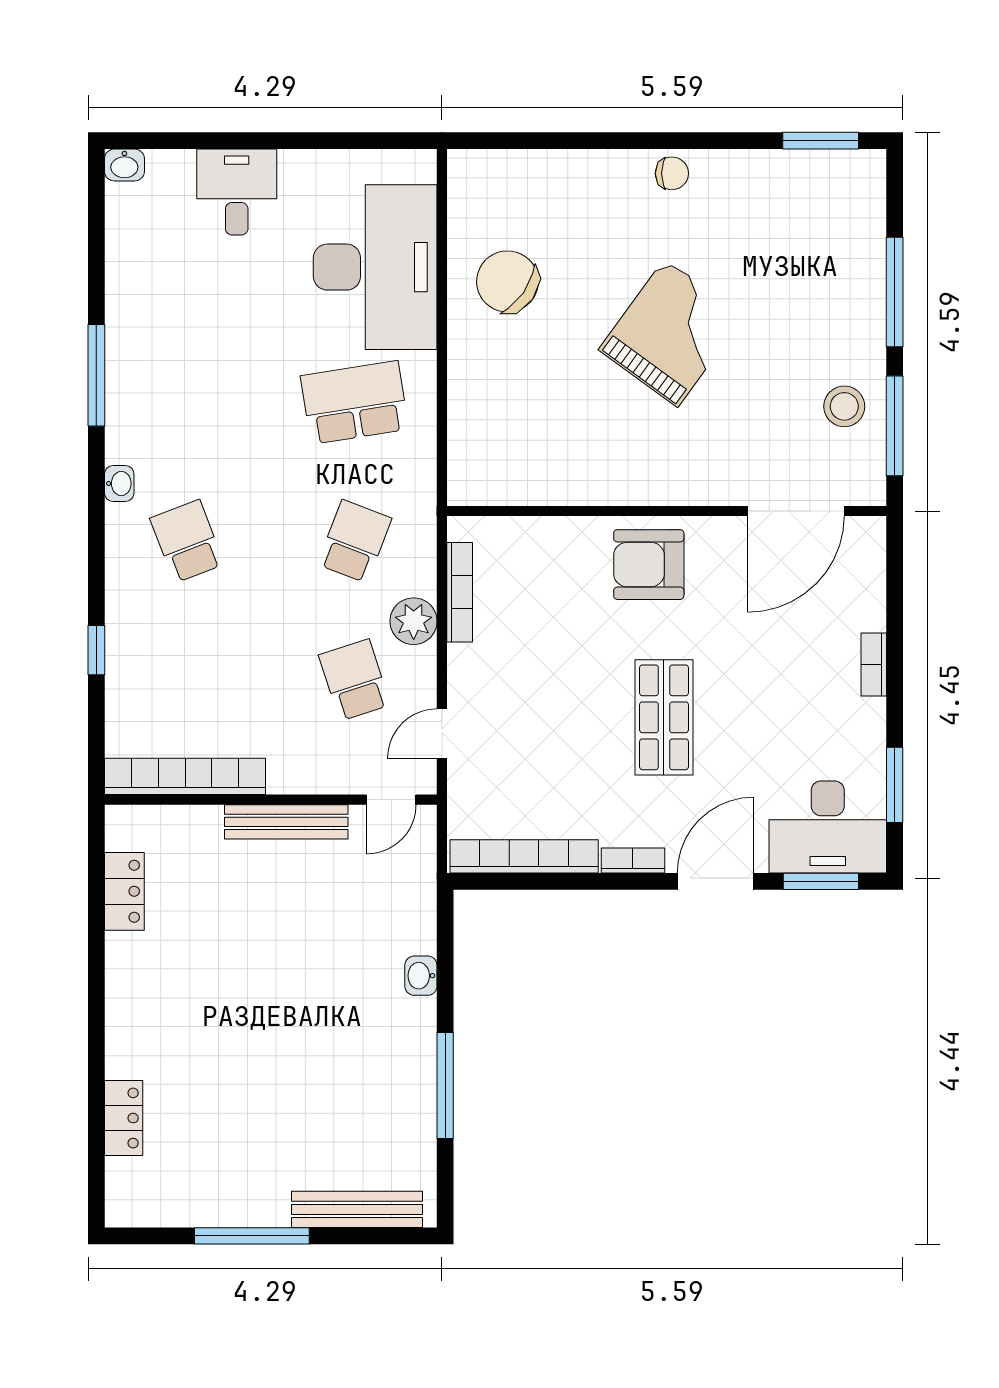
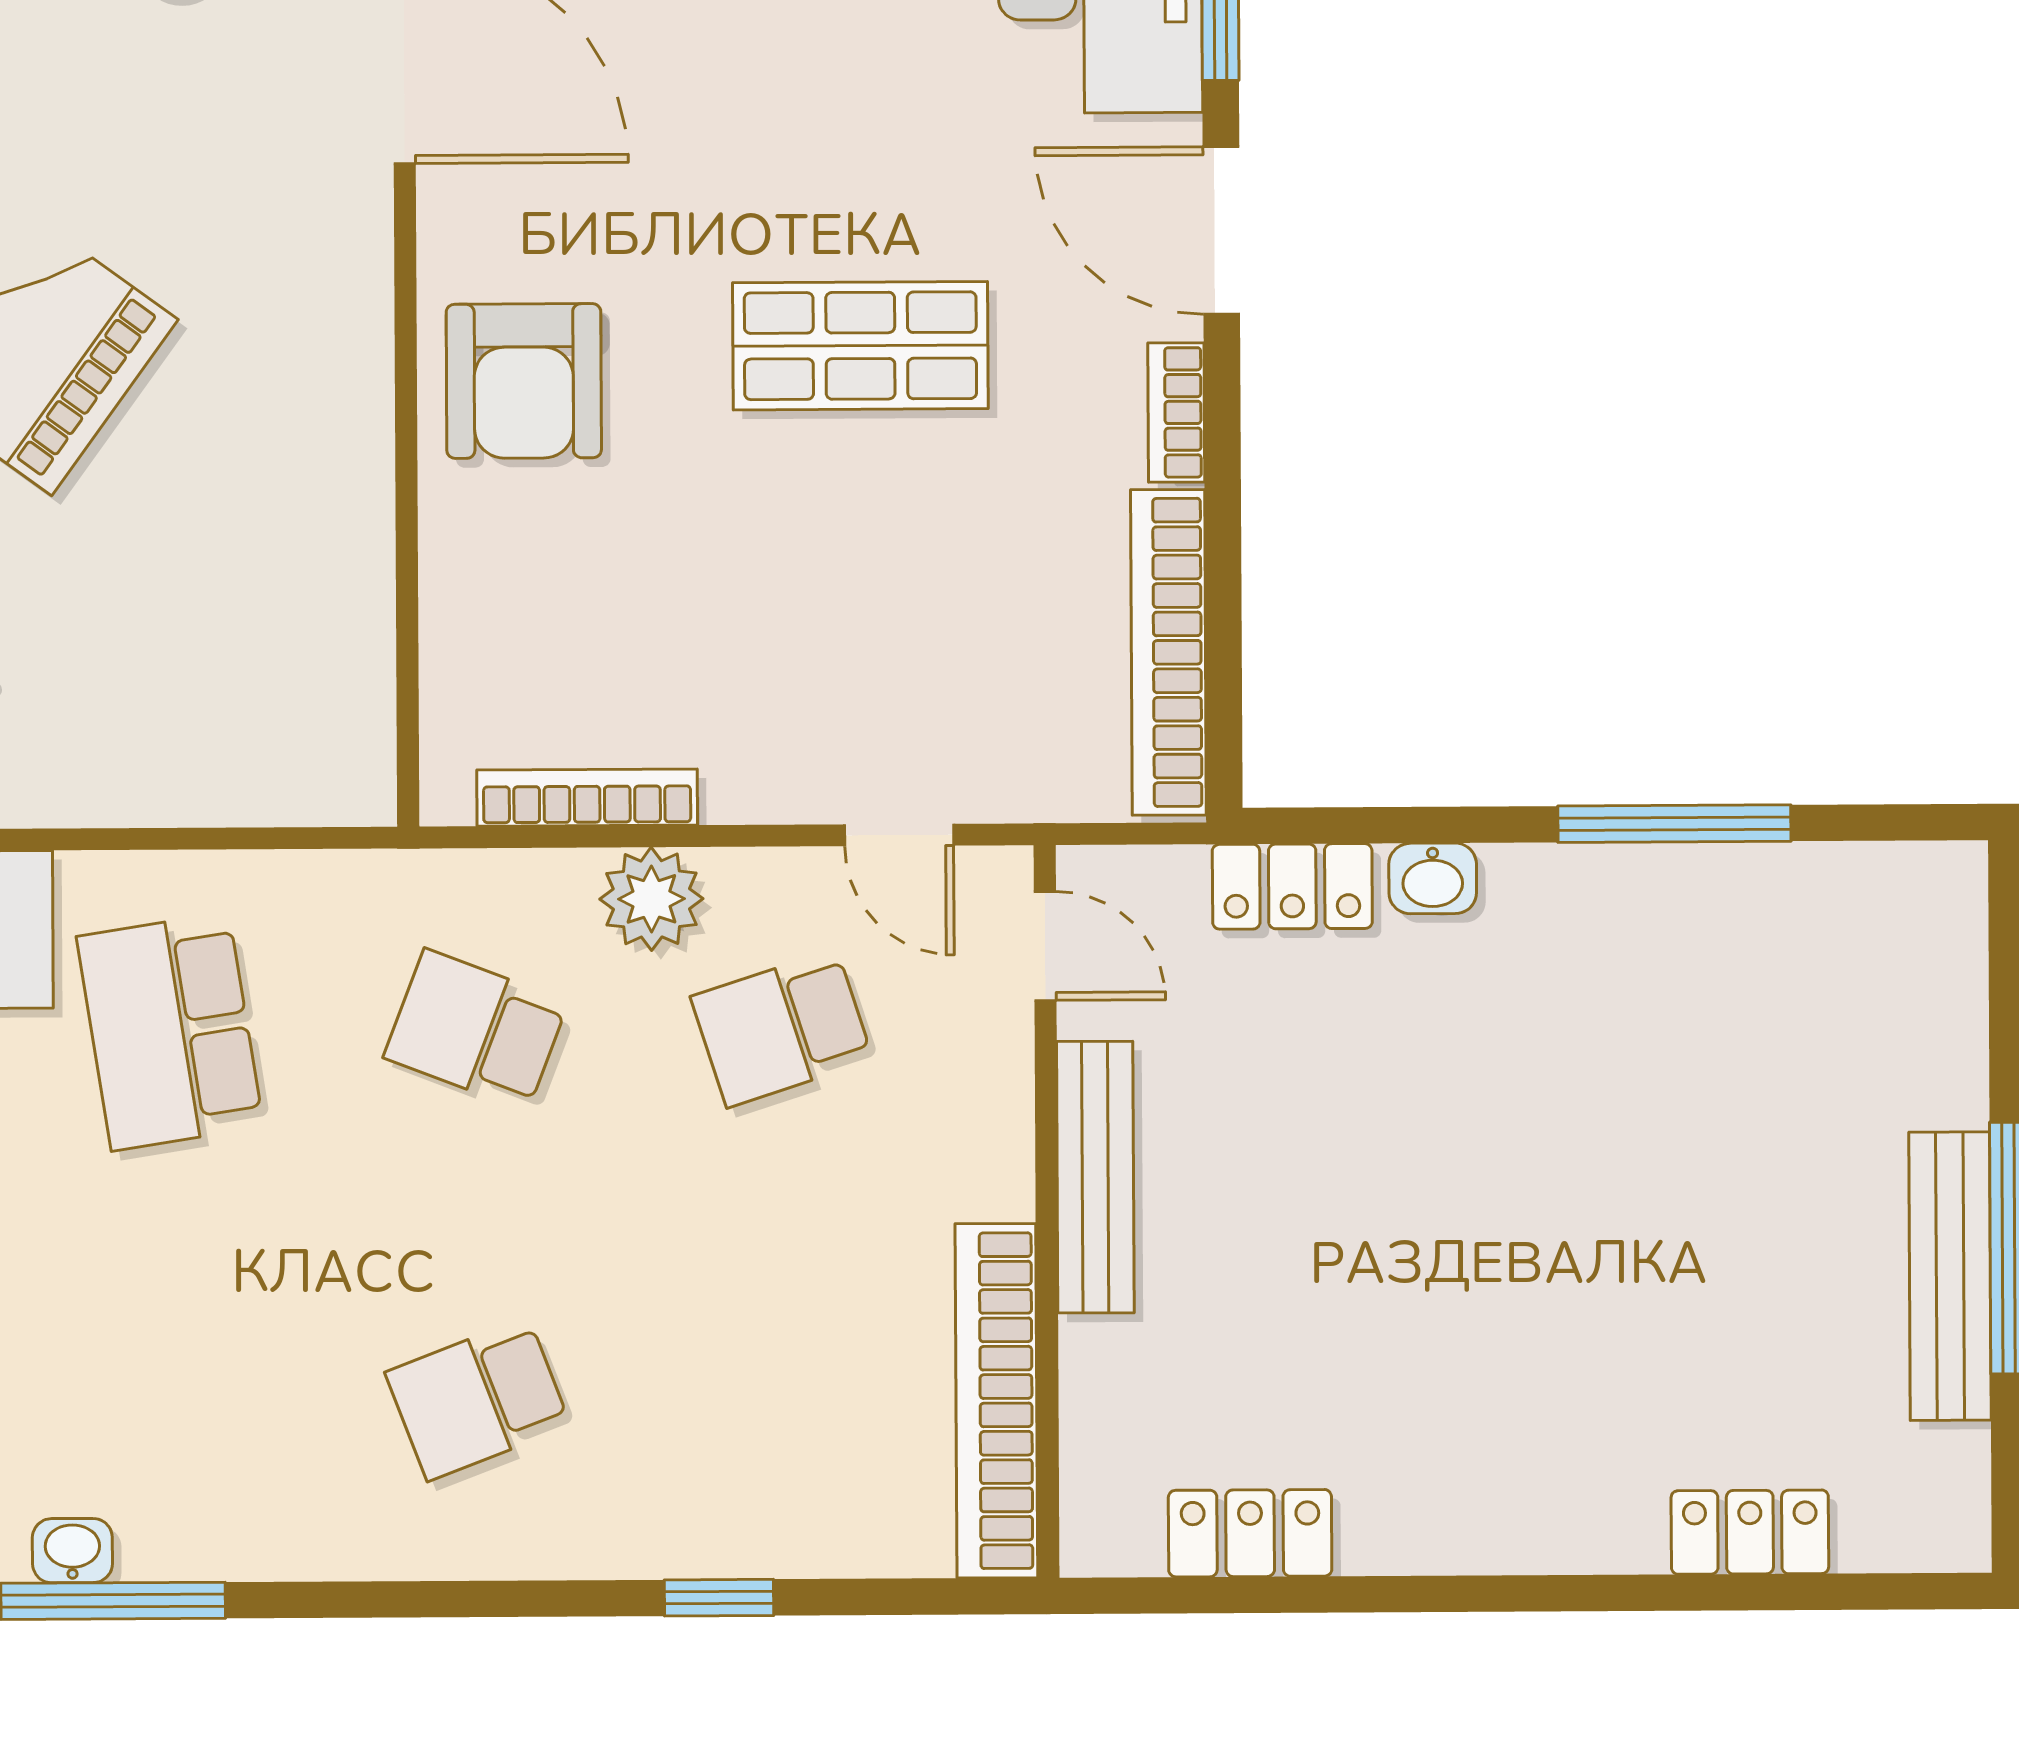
washbasin: (119, 483) -> (72, 1551), moved
locker: (418, 912) -> (1292, 886), added
bench: (357, 1209) -> (1950, 1276), moved

